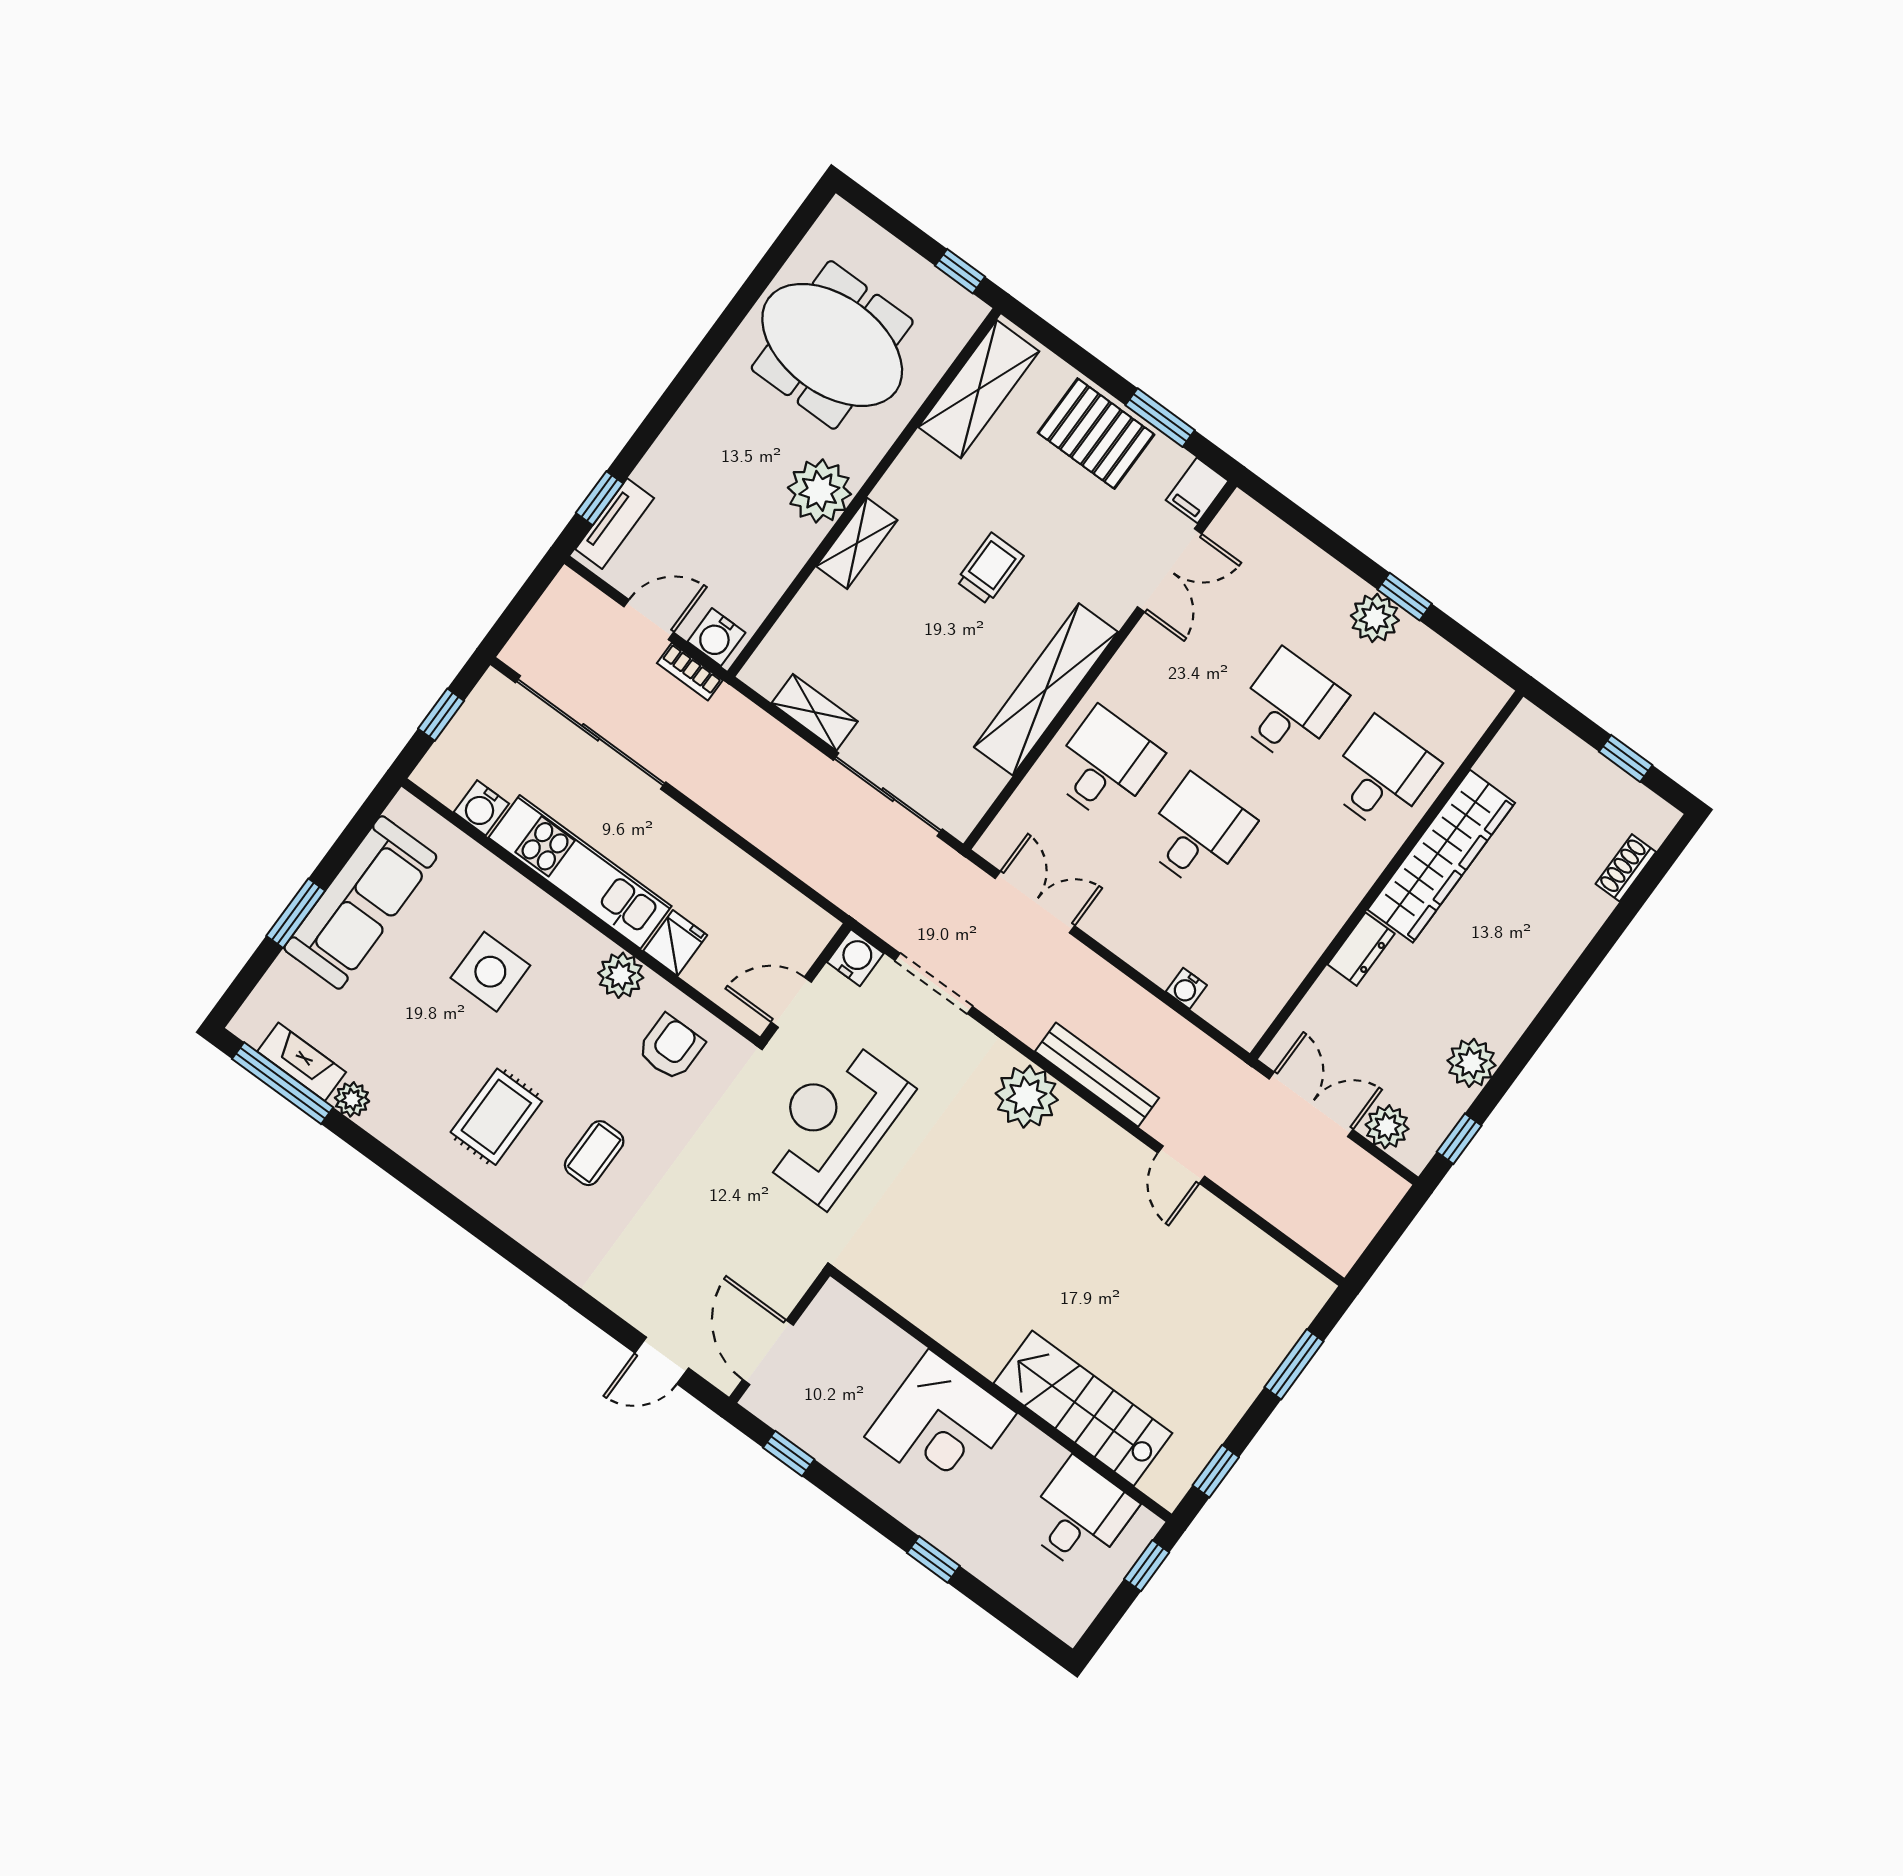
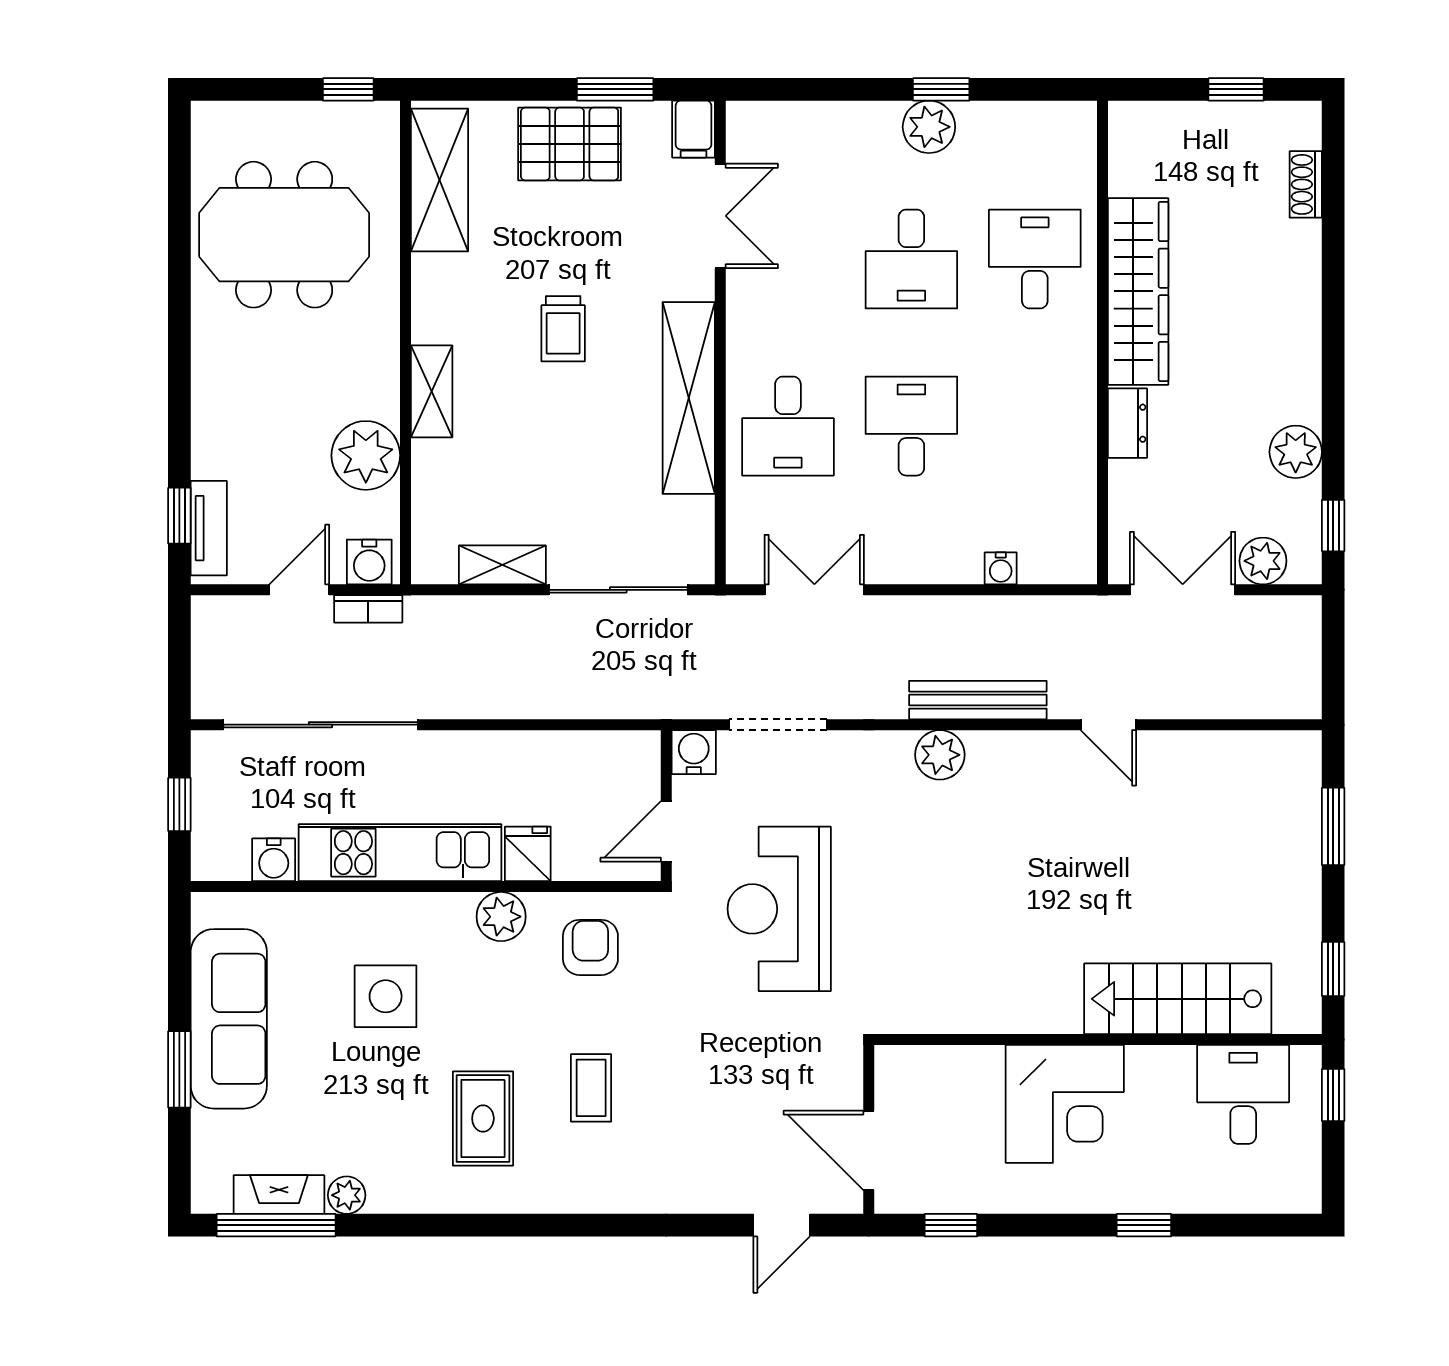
plant: (819, 491) -> (366, 455), moved
trolley: (990, 569) -> (563, 329), turned 180
desk: (1289, 707) -> (911, 259), turned 180
desk: (1105, 765) -> (788, 426), turned 180
plant: (1027, 1097) -> (940, 755), width x0.73, depth x0.73

